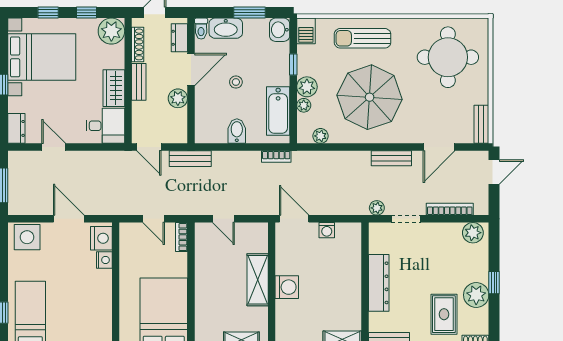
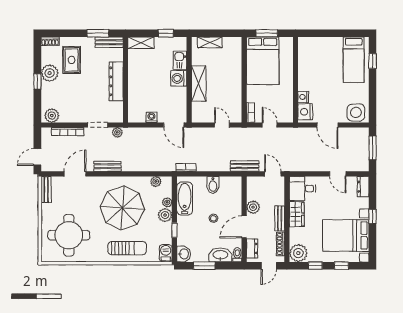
kitchen sink: (285, 314) -> (180, 60), added

